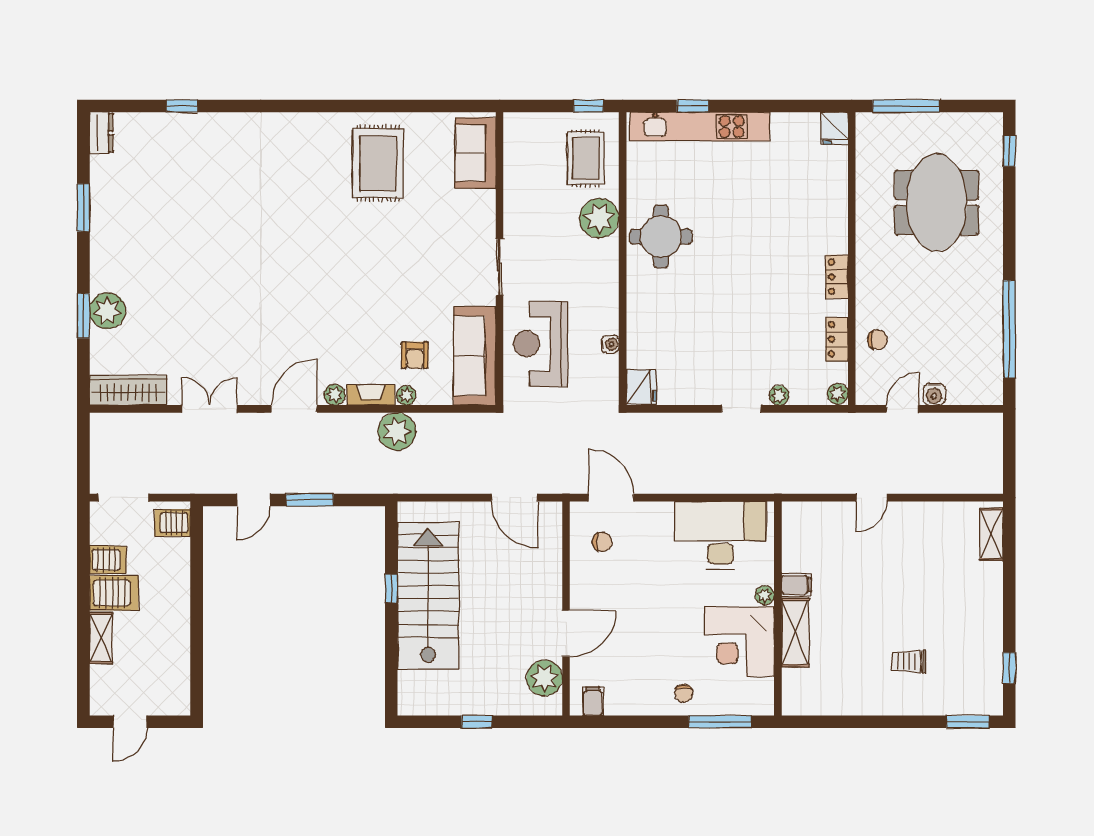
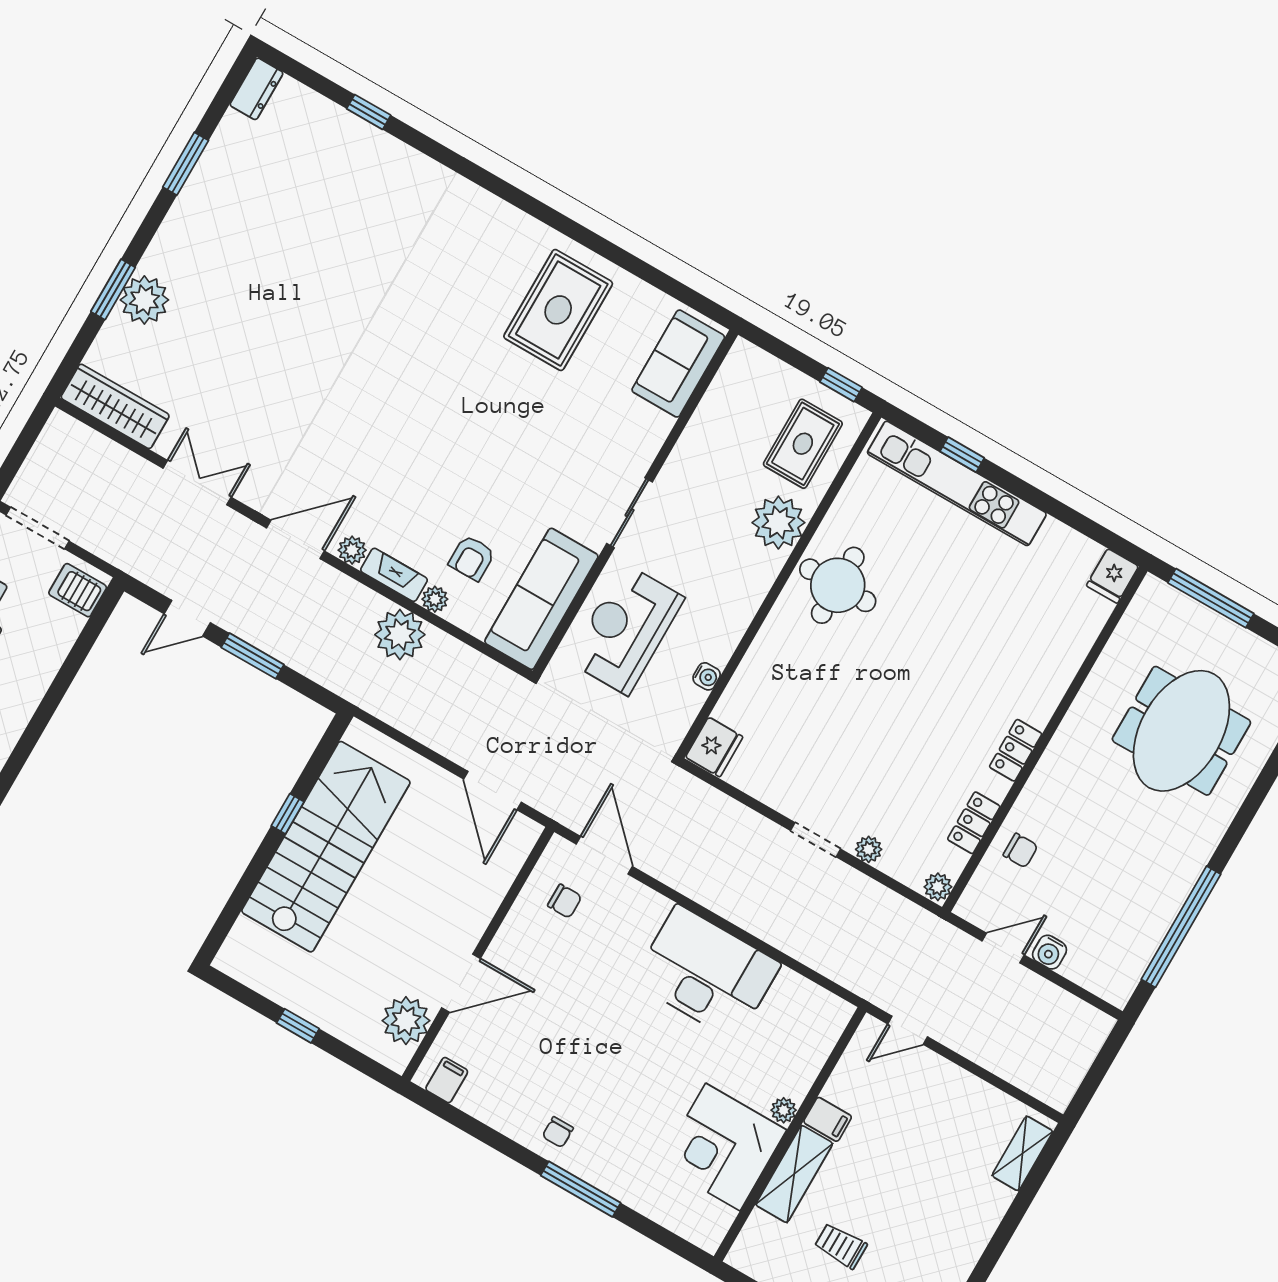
filing cabinet: (796, 585) -> (828, 1119), moved
plant: (765, 595) -> (784, 1110), moved
wall: (778, 608) -> (790, 1134), moved
shelving: (795, 632) -> (794, 1174), moved
corner desk: (739, 642) -> (723, 1147), moved

